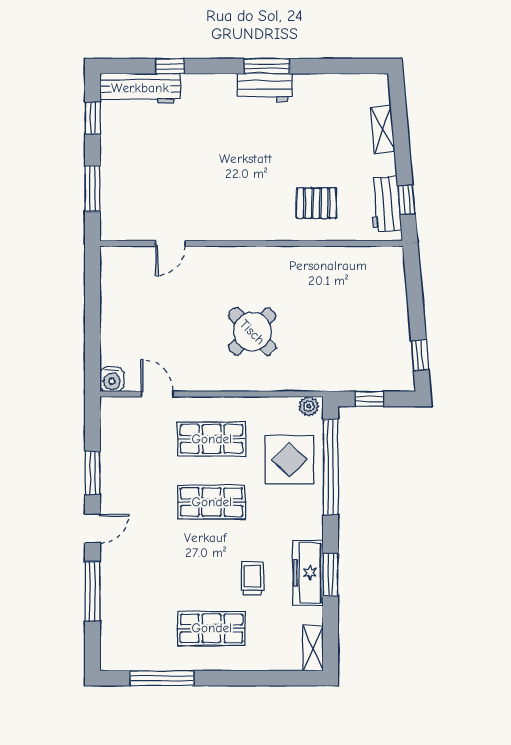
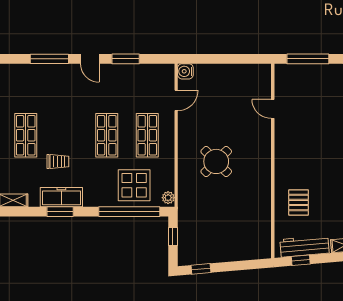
window: (92, 189) -> (308, 59), width x1.44
workbench: (385, 204) -> (304, 246), width x1.38

